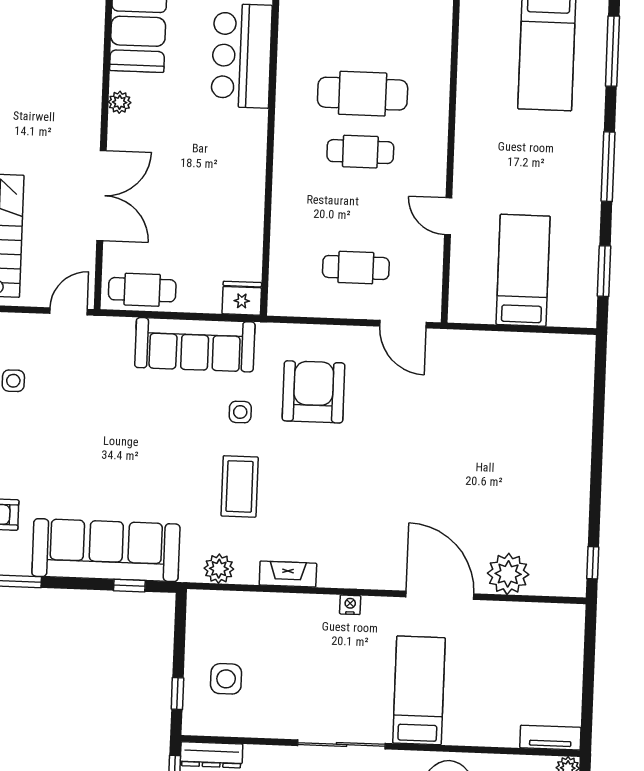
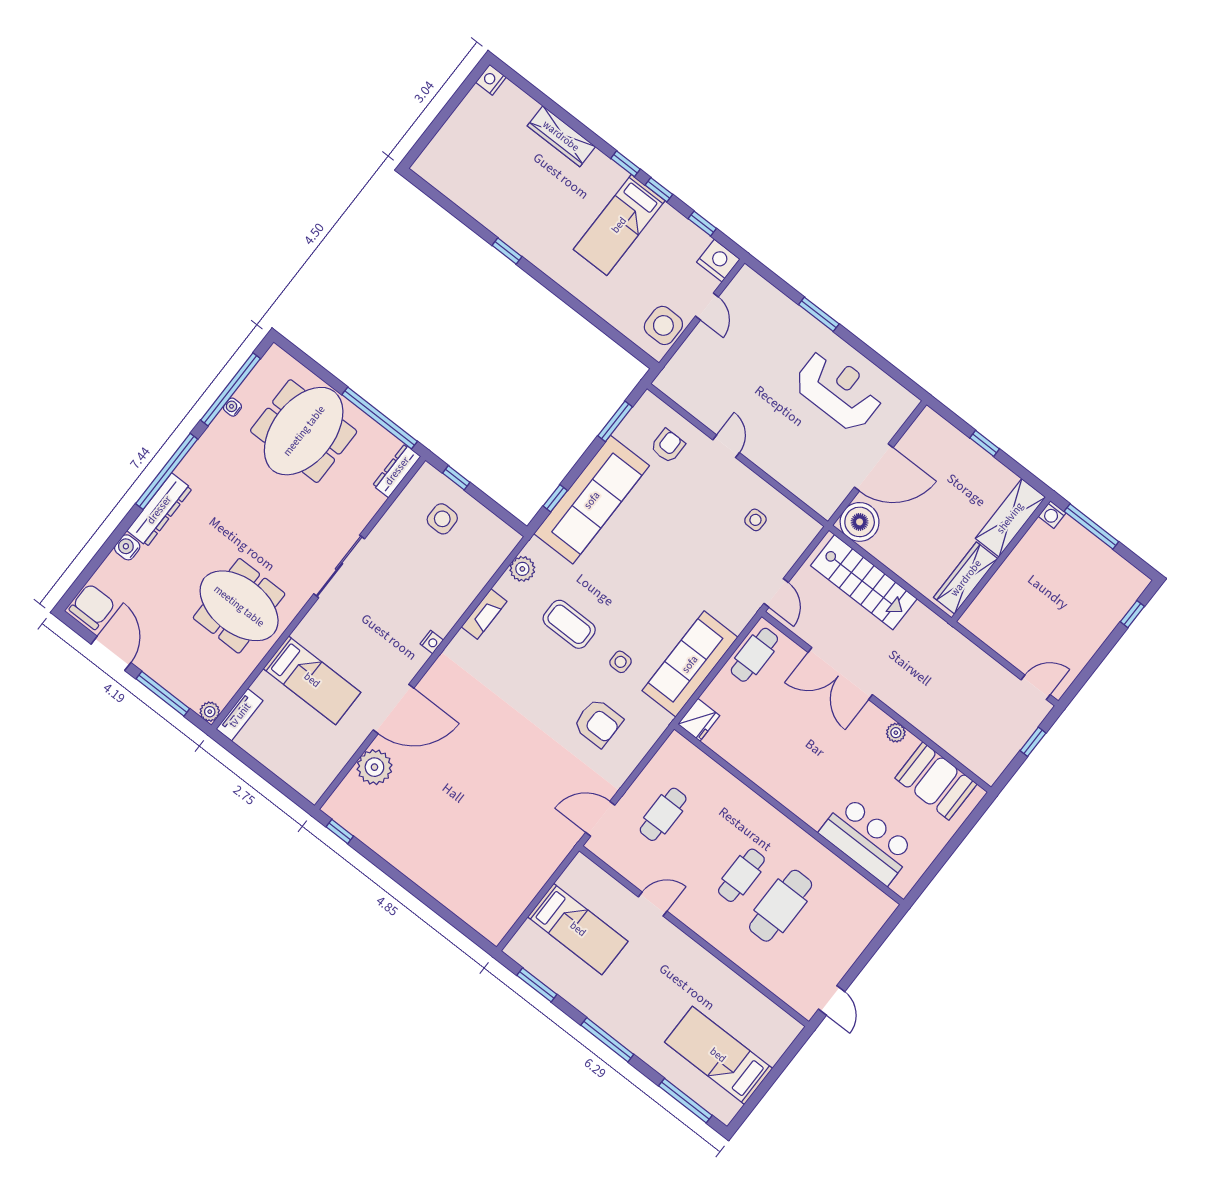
armchair: (313, 392) -> (598, 723), width x0.73, depth x0.73
bed: (419, 690) -> (312, 680), moved

